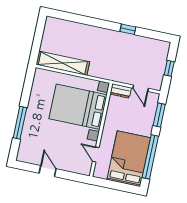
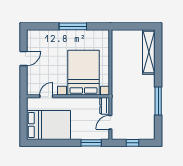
window: (128, 29) -> (158, 101), width x2.17
shelving: (63, 63) -> (149, 52), moved
window: (20, 123) -> (73, 26), moved
window: (150, 157) -> (54, 143), removed

